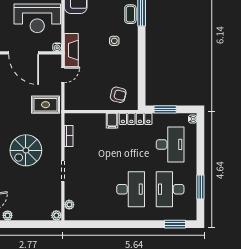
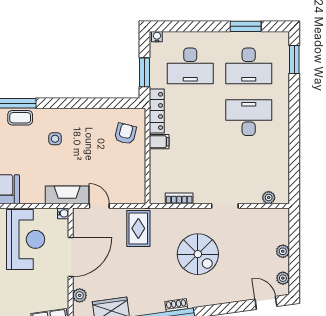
desk: (170, 144) -> (190, 66), turned 180
plant: (56, 215) -> (283, 251), moved

